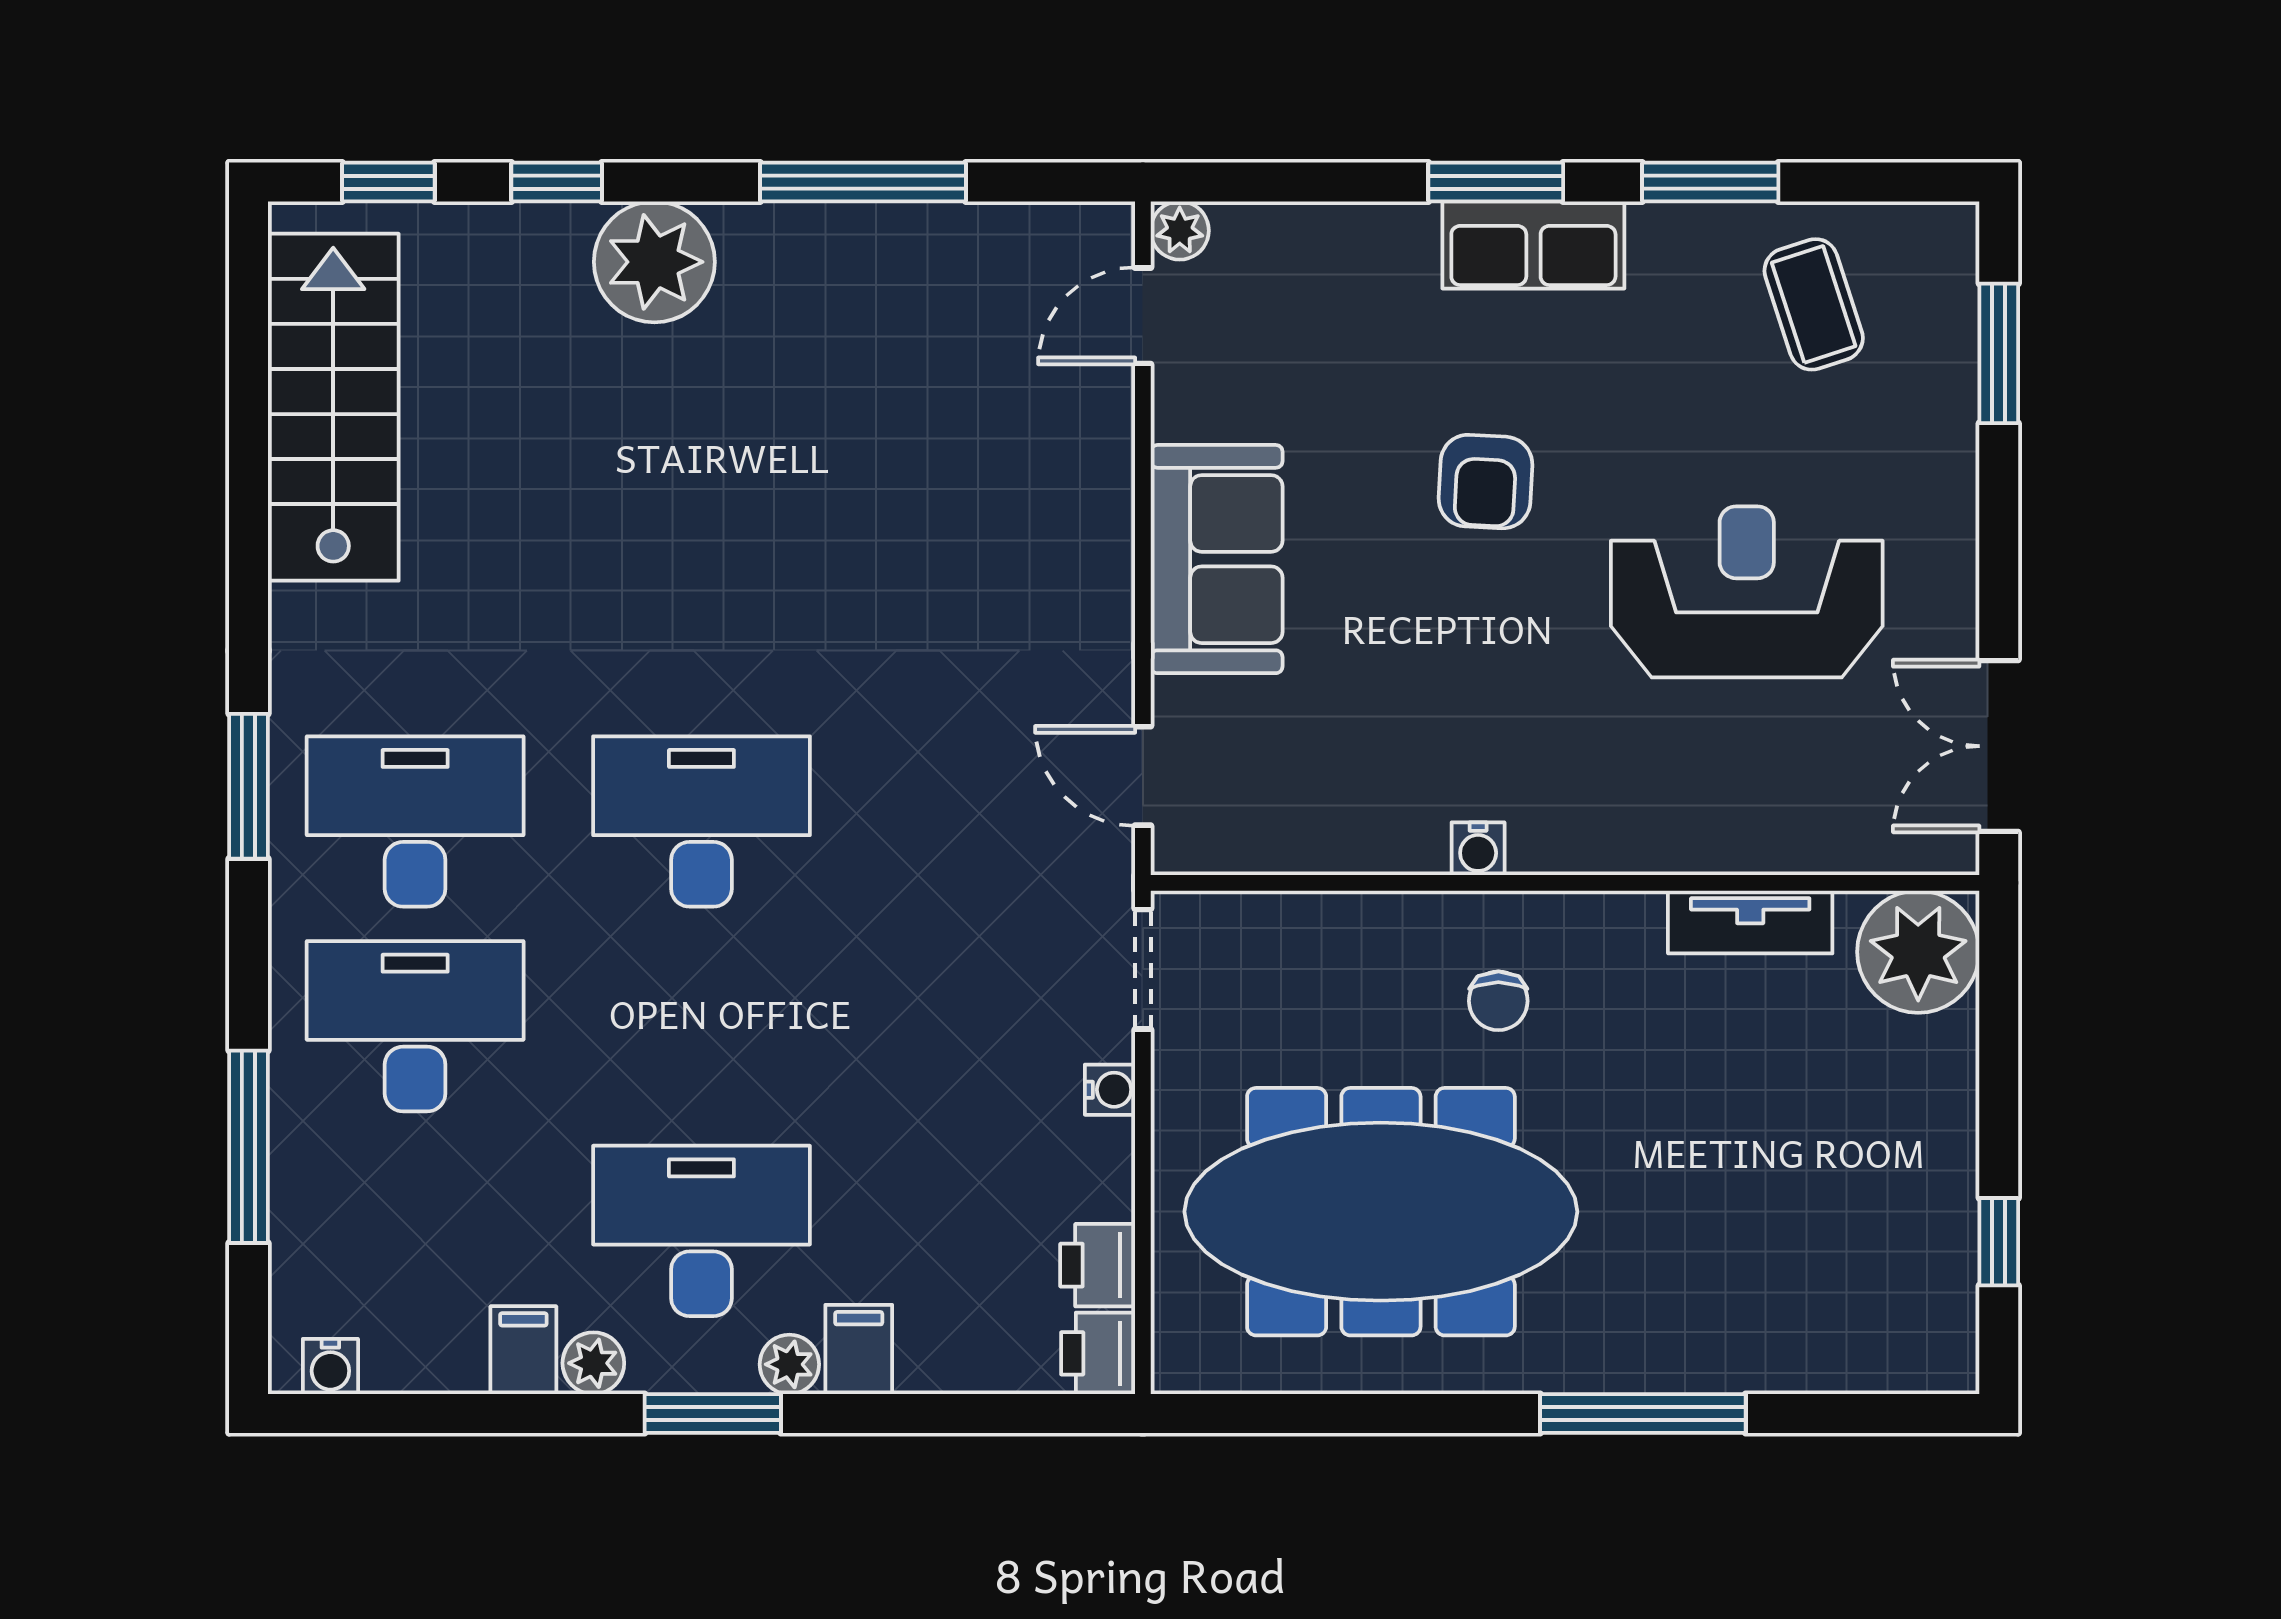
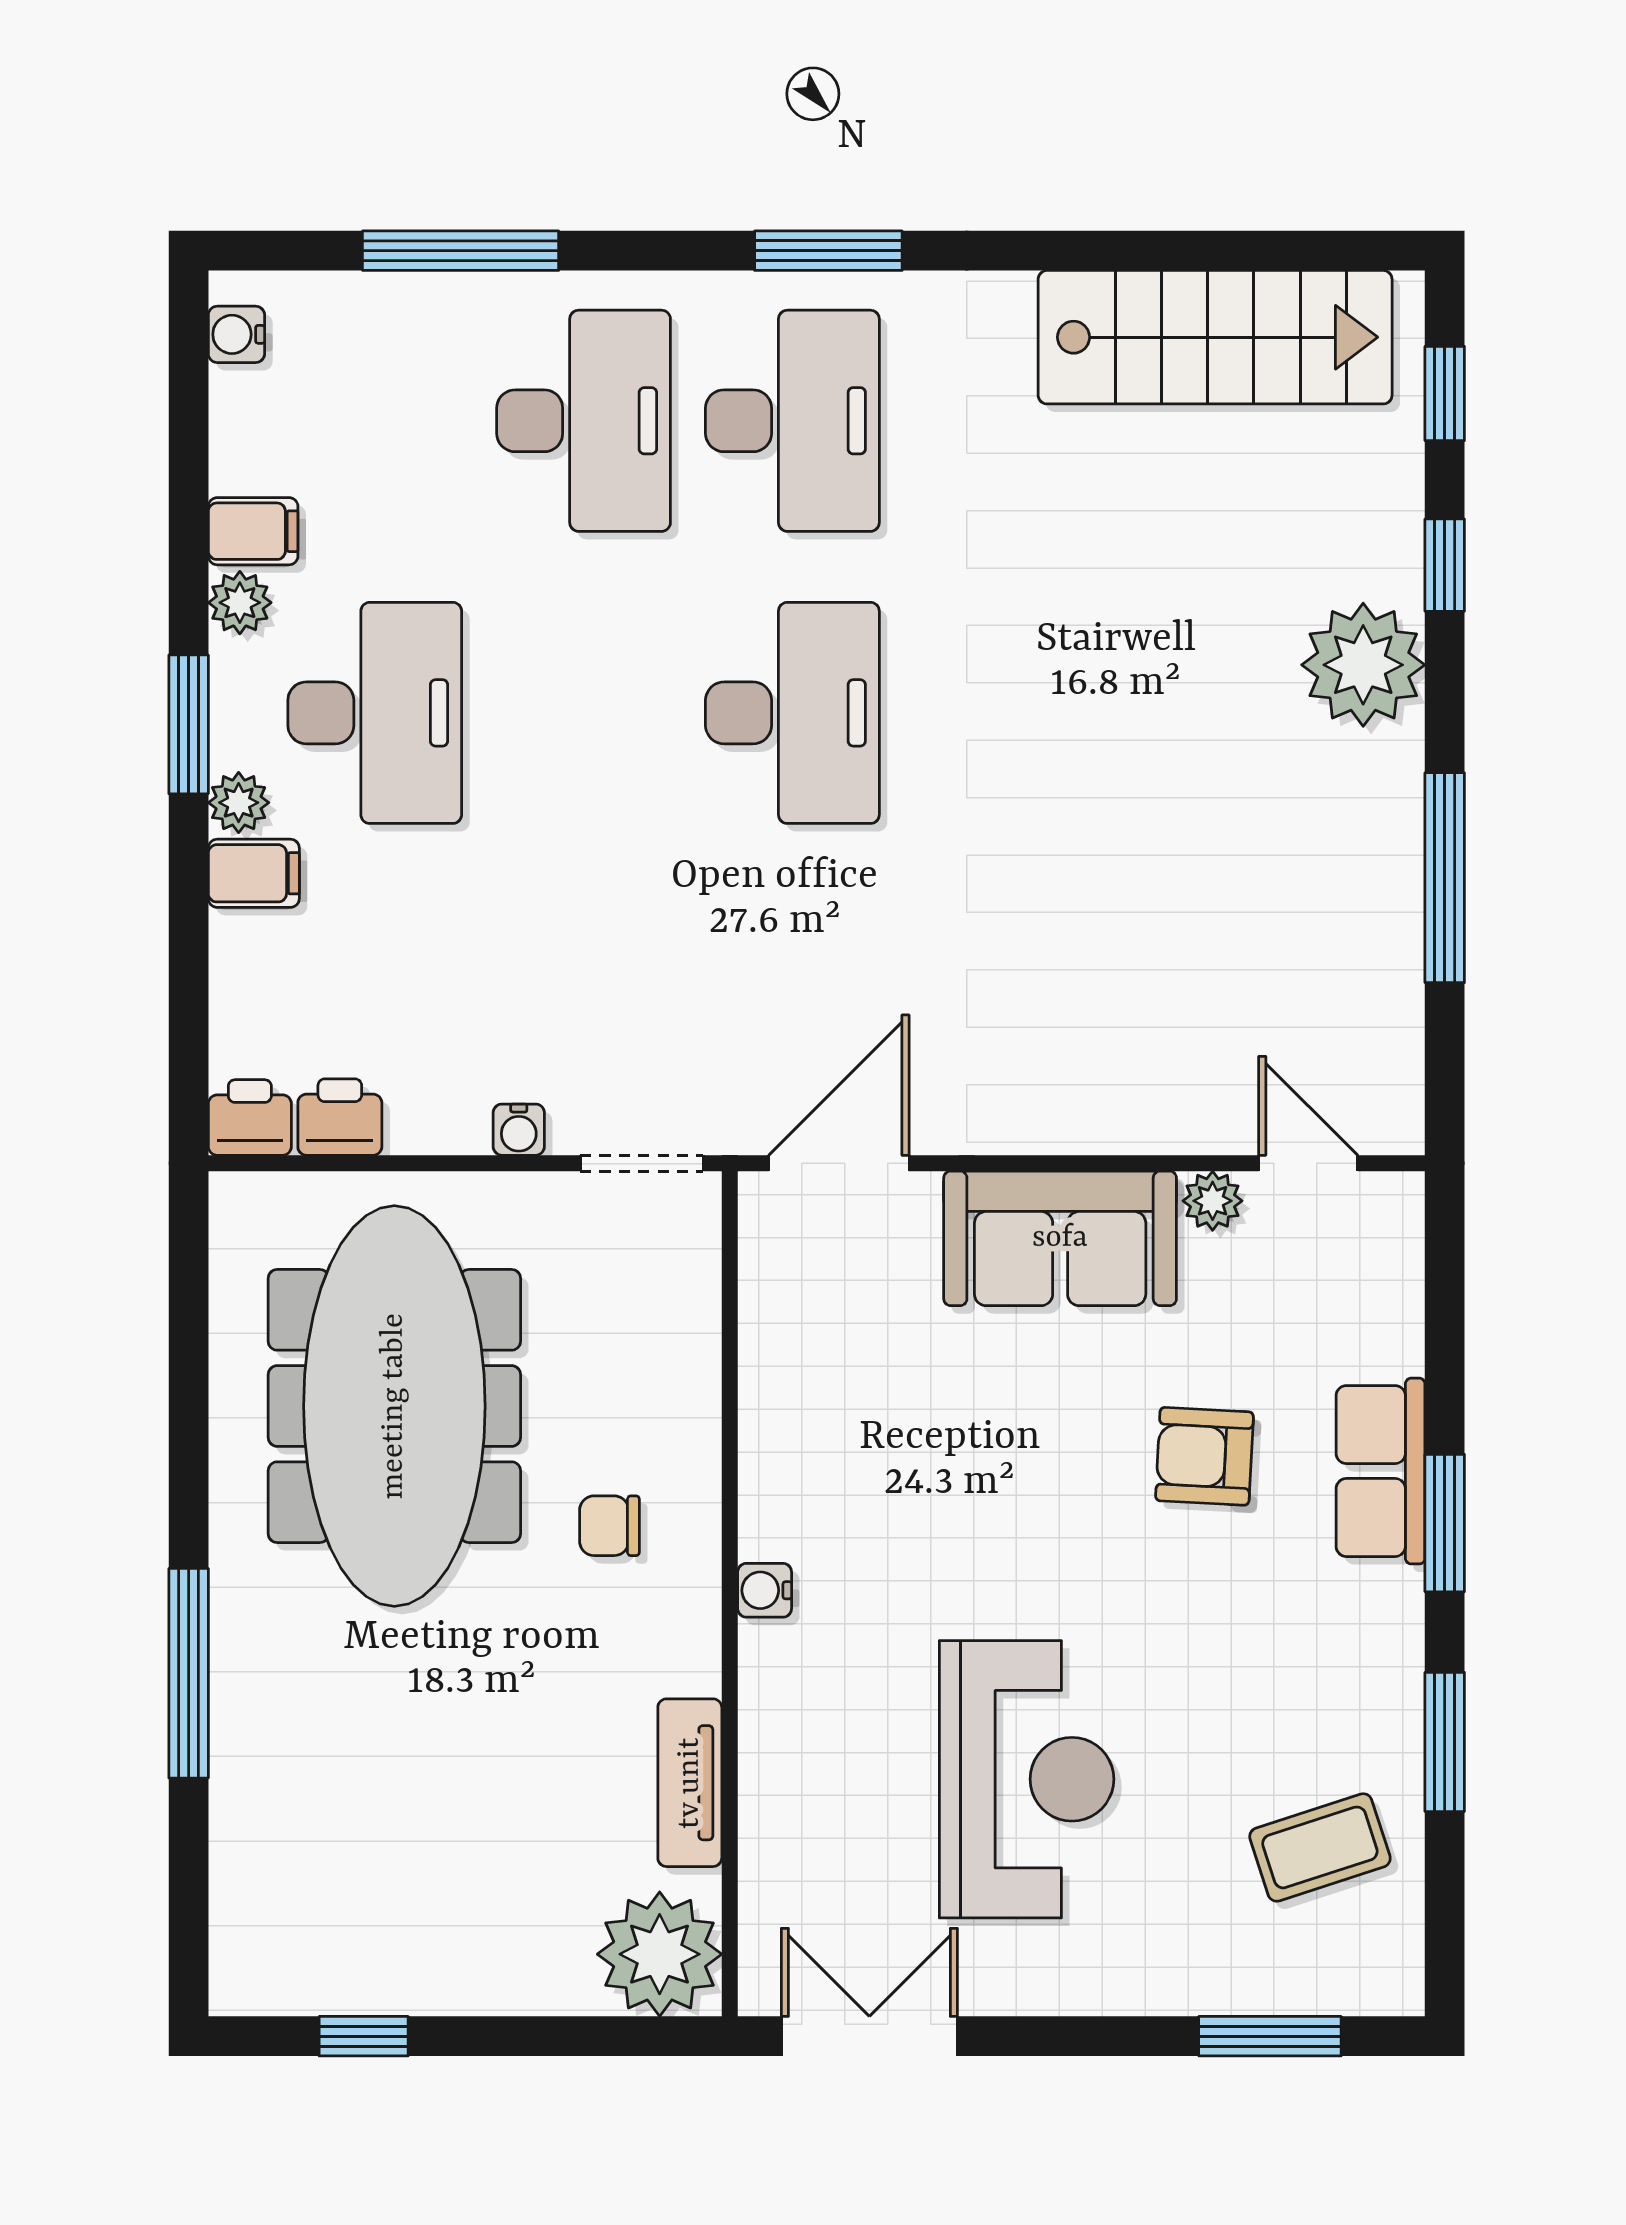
plant: (1180, 231) -> (1213, 1201), moved
row of seats: (1533, 245) -> (1381, 1471), moved
armchair: (1485, 482) -> (1204, 1456), moved
door: (1143, 776) -> (839, 1163), width x1.38
water cooler: (1478, 849) -> (765, 1590), moved

